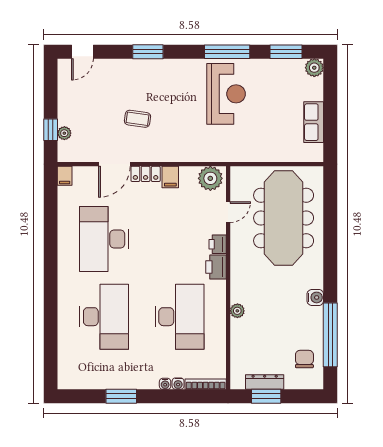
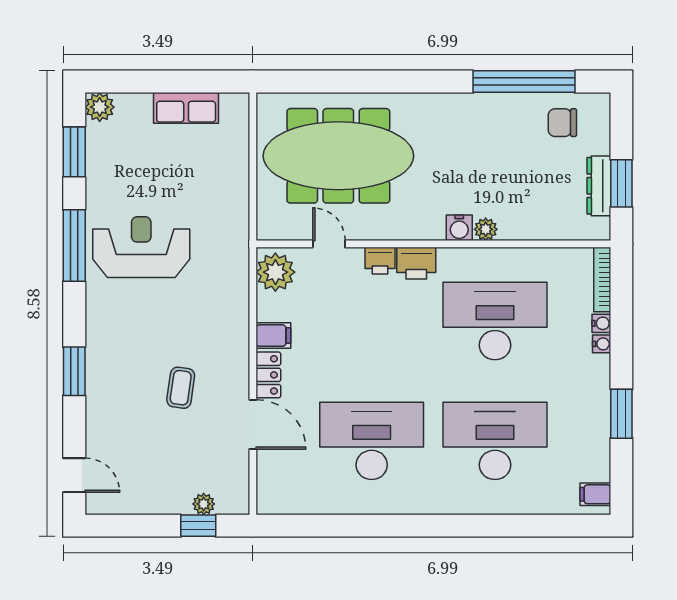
filing cabinet: (65, 176) -> (595, 494), moved, turned 180
desk: (104, 239) -> (372, 441), turned 180
water cooler: (315, 297) -> (459, 228), moved, turned 180

